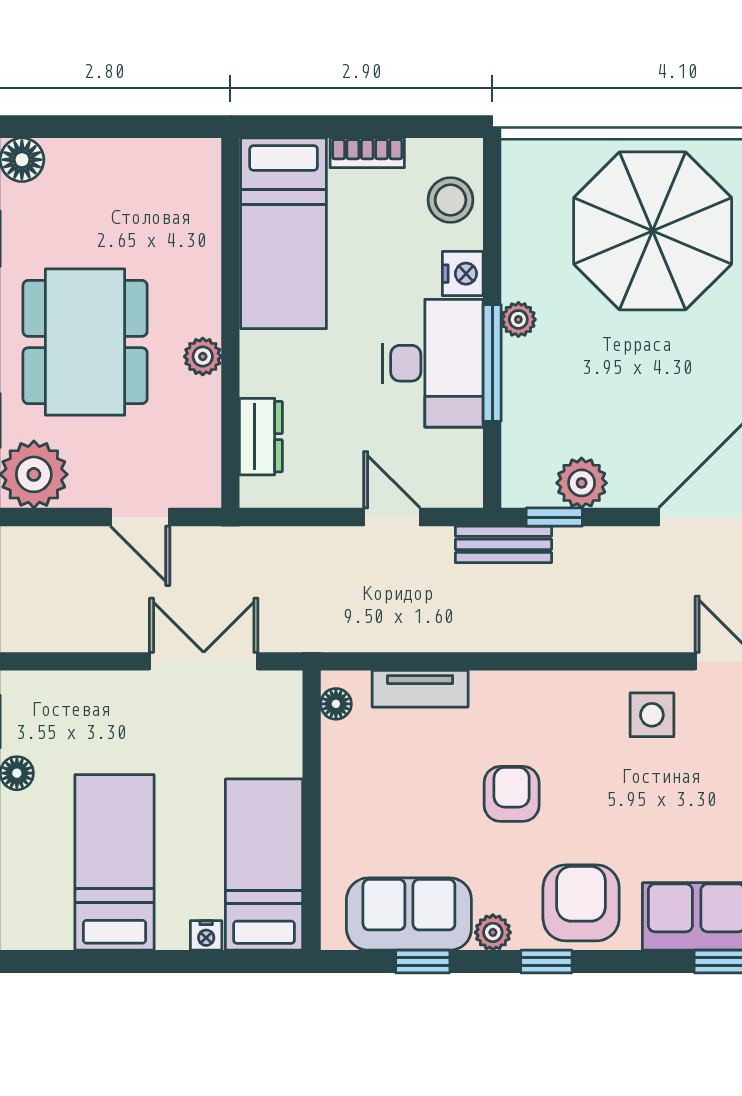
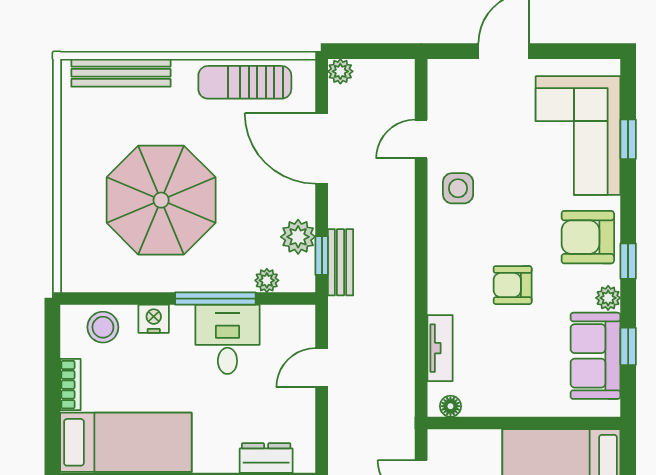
parasol: (653, 231) -> (161, 200), moved
plant: (518, 319) -> (267, 280), moved
desk: (433, 363) -> (227, 339), width x0.73
bench: (503, 544) -> (340, 262), moved

